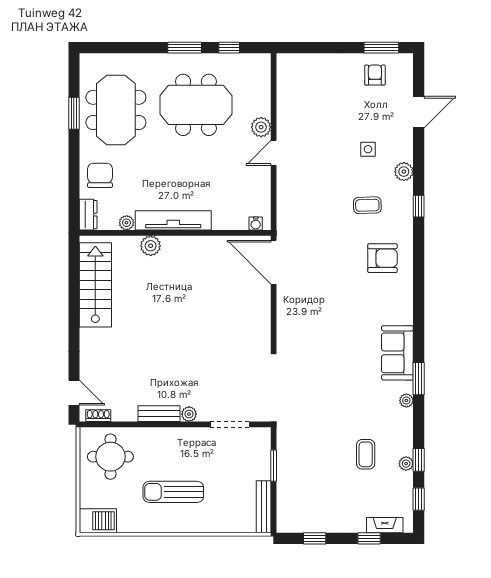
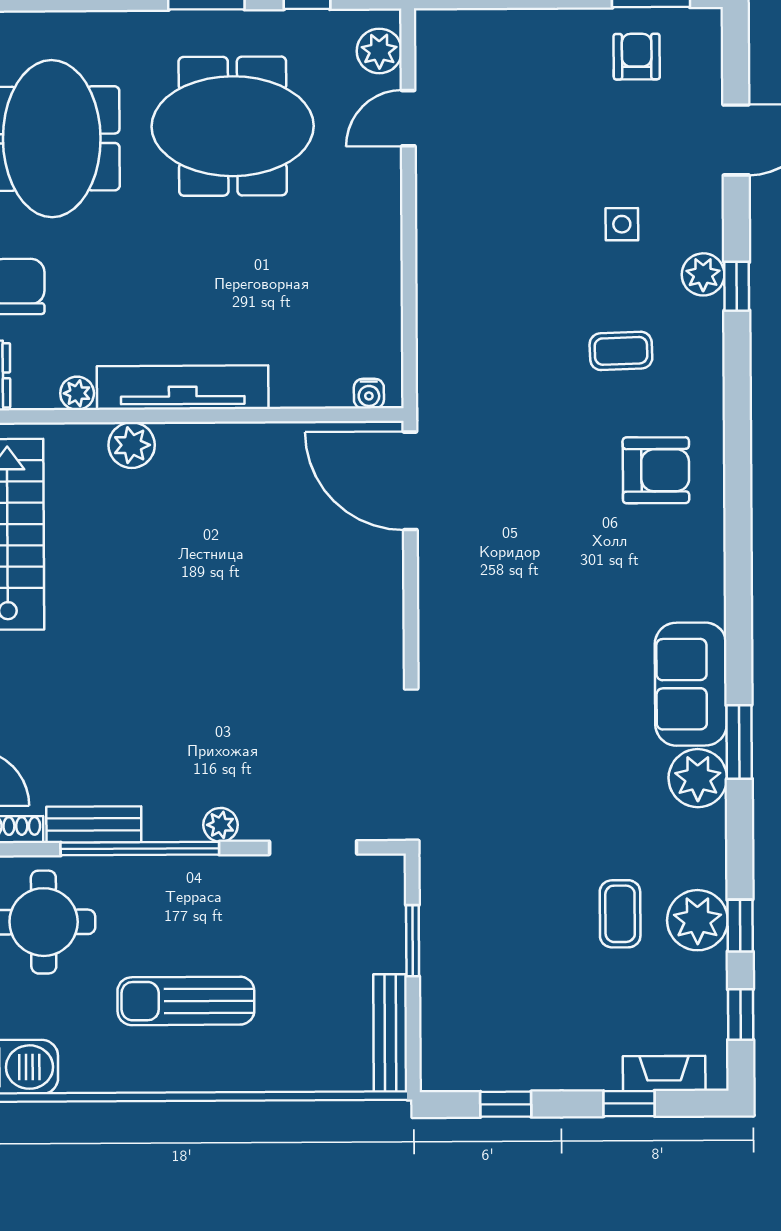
plant: (261, 127) -> (379, 51), moved
door: (274, 153) -> (408, 118), moved
window: (419, 206) -> (737, 286), moved
plant: (406, 400) -> (698, 778), width x1.88, depth x1.88
bench: (159, 414) -> (94, 825), moved
window: (153, 424) -> (140, 849), added
plant: (406, 464) -> (697, 920), width x1.88, depth x1.88

